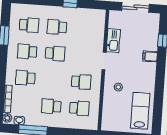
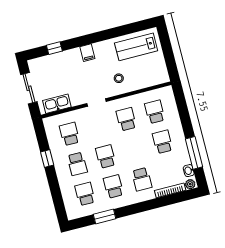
school desk: (85, 29) -> (69, 134), added
kitchen sink: (113, 41) -> (57, 104), moved
school desk: (27, 51) -> (113, 187), turned 180
filing cabinet: (150, 56) -> (87, 53), moved
school desk: (51, 106) -> (162, 142), turned 180

